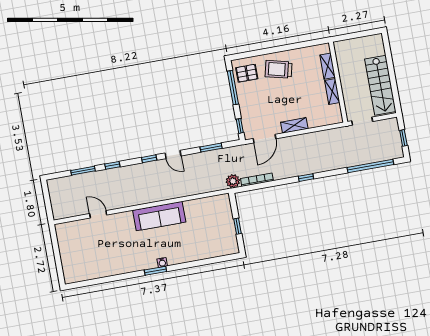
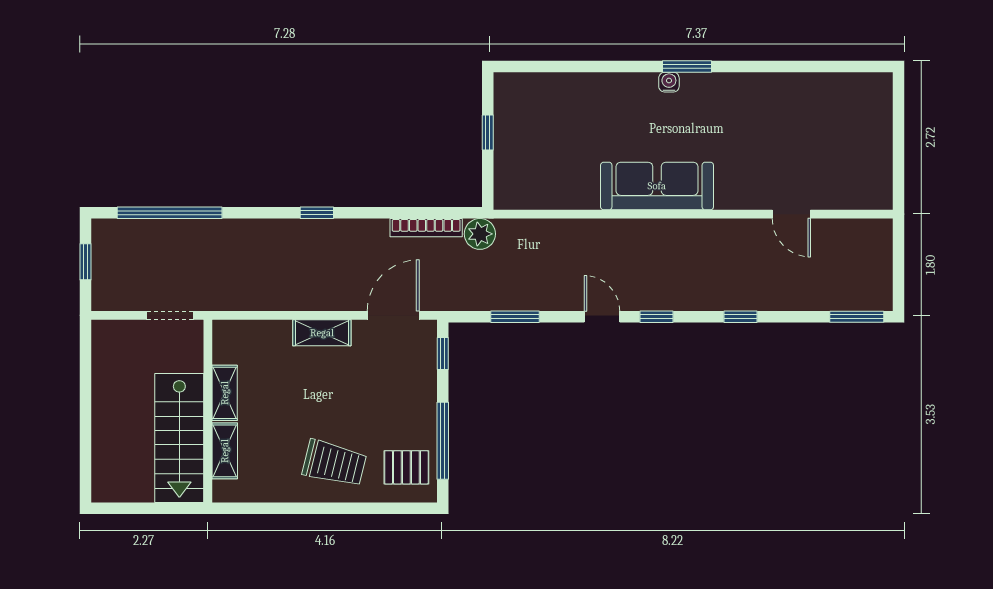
stairs: (380, 85) -> (179, 438), moved, turned 180
window: (83, 171) -> (857, 317), moved

